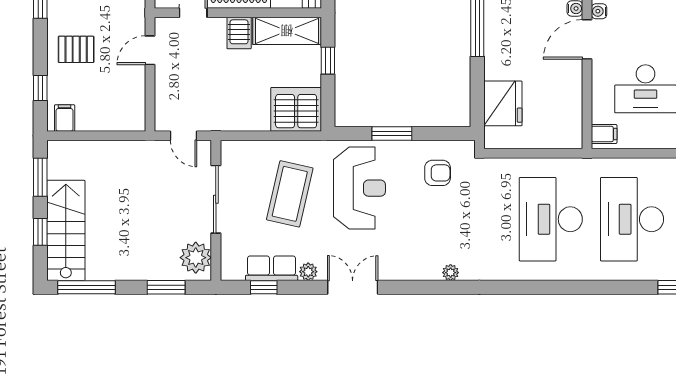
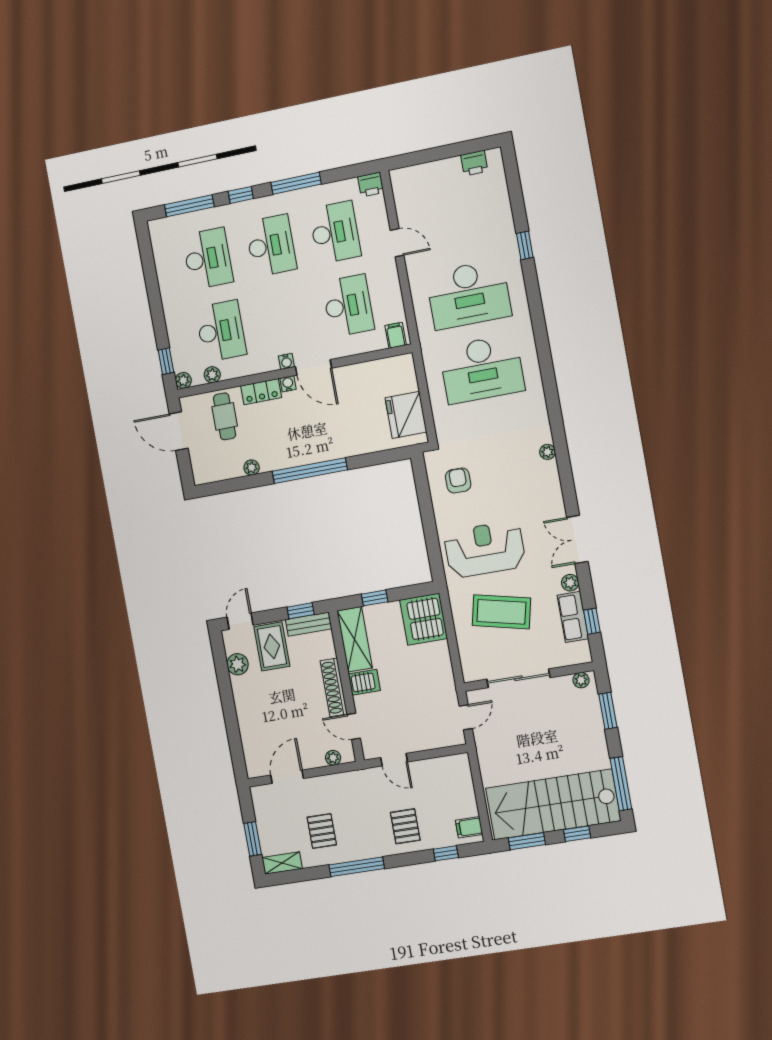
fridge: (503, 103) -> (406, 415), moved, turned -90
window: (392, 134) -> (430, 528), removed
stairs: (66, 230) -> (553, 804), width x1.36, depth x1.51
plant: (196, 258) -> (581, 680), width x0.53, depth x0.53

